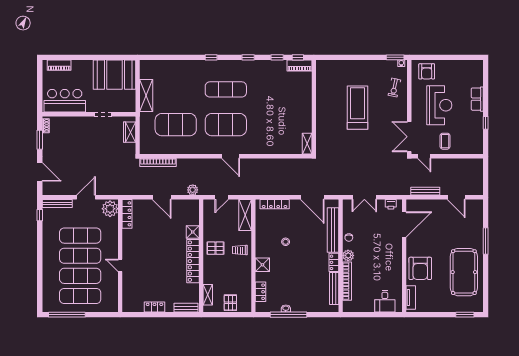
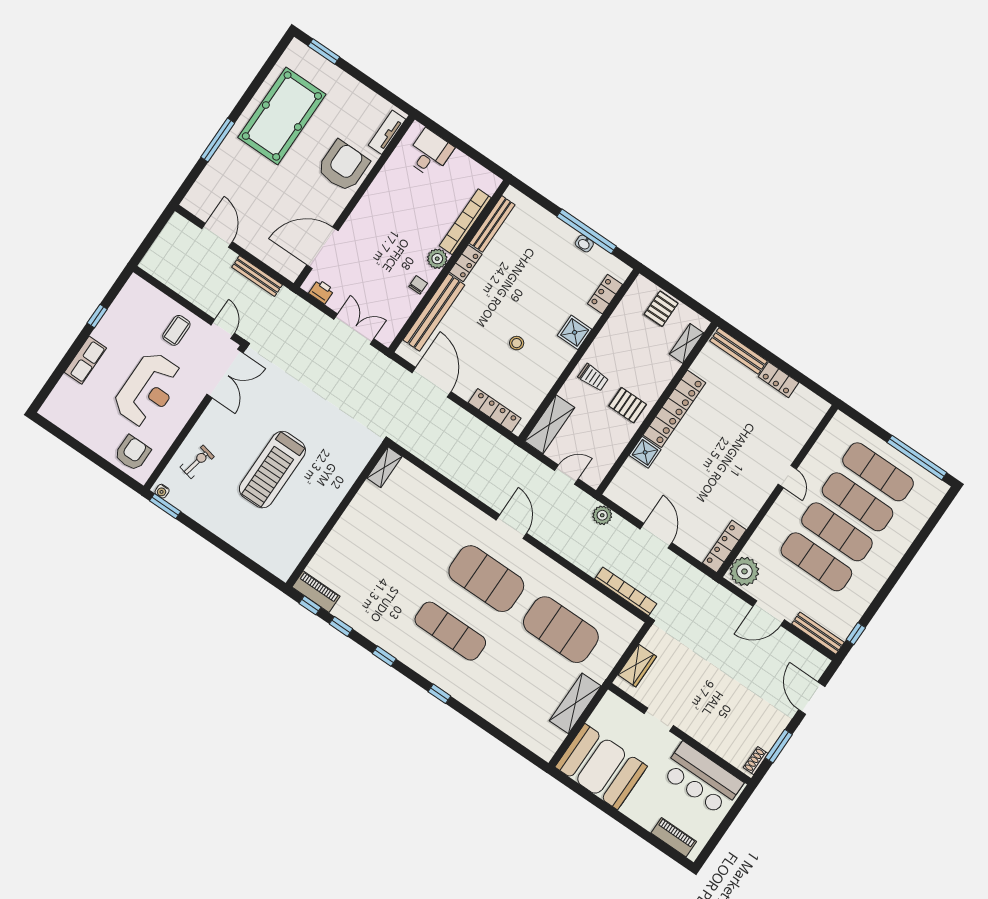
reception desk: (439, 105) -> (148, 390), turned 180
bench: (186, 308) -> (739, 351), width x1.36

